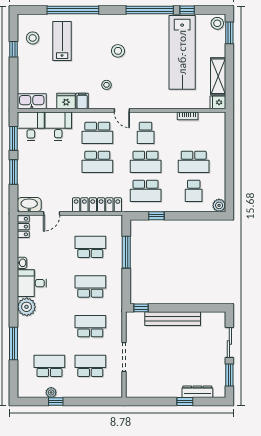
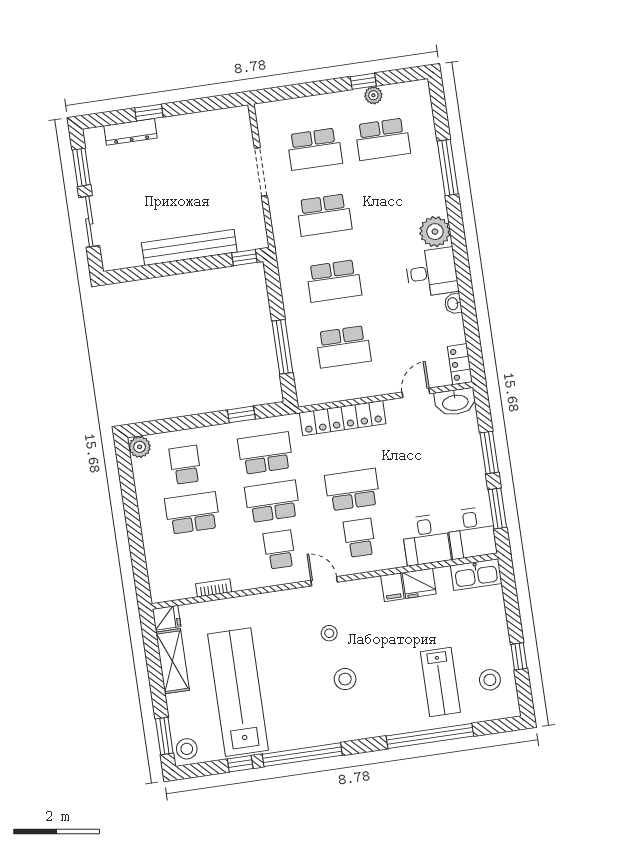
stool: (106, 85) -> (329, 633), moved
school desk: (97, 133) -> (359, 538), width x0.54

